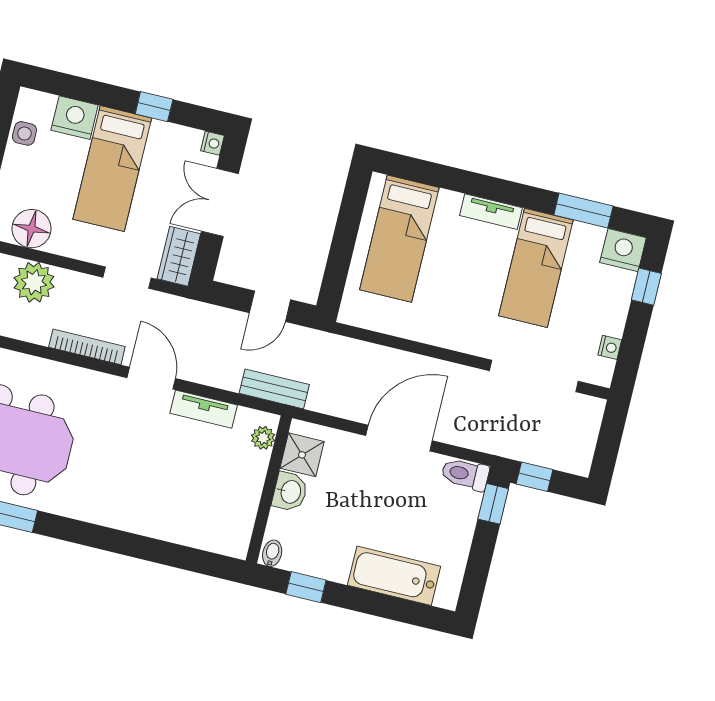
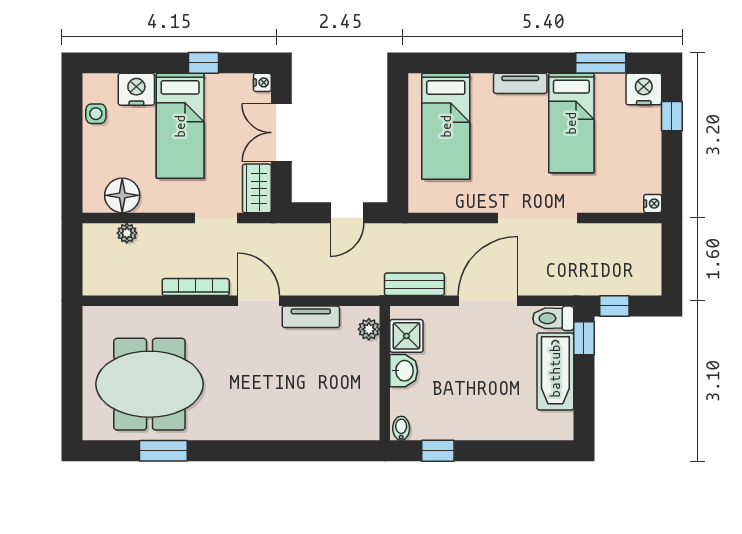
plant: (34, 282) -> (127, 233), width x0.53, depth x0.53
nightstand: (610, 347) -> (653, 204), moved
doorway: (534, 376) -> (537, 218), moved
bench: (274, 389) -> (414, 284), moved
bathtub: (394, 576) -> (555, 371), moved, turned -90

